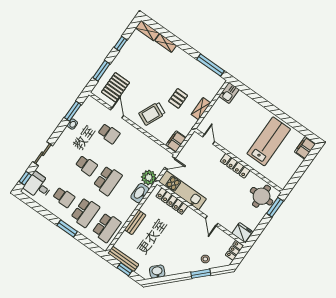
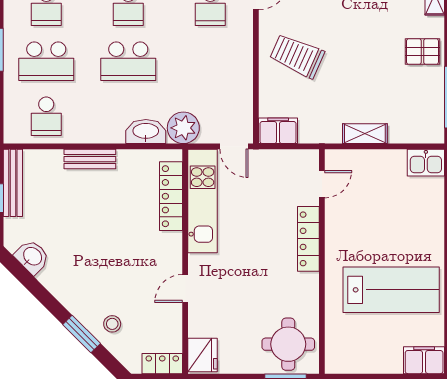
pallet: (178, 98) -> (422, 52), moved
locker: (235, 166) -> (308, 239), moved
school desk: (107, 228) -> (46, 116), width x0.54

